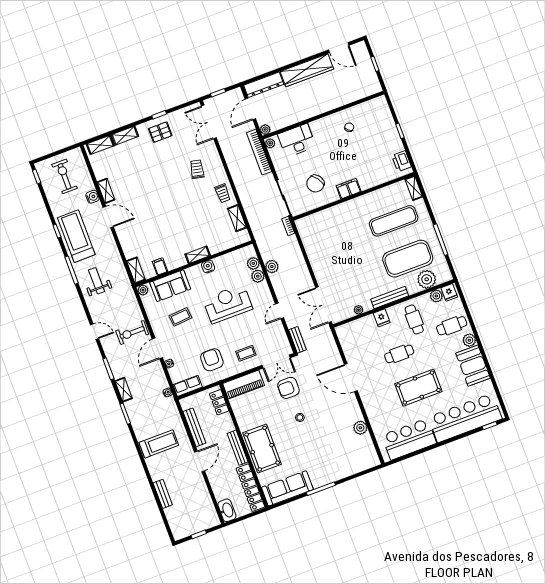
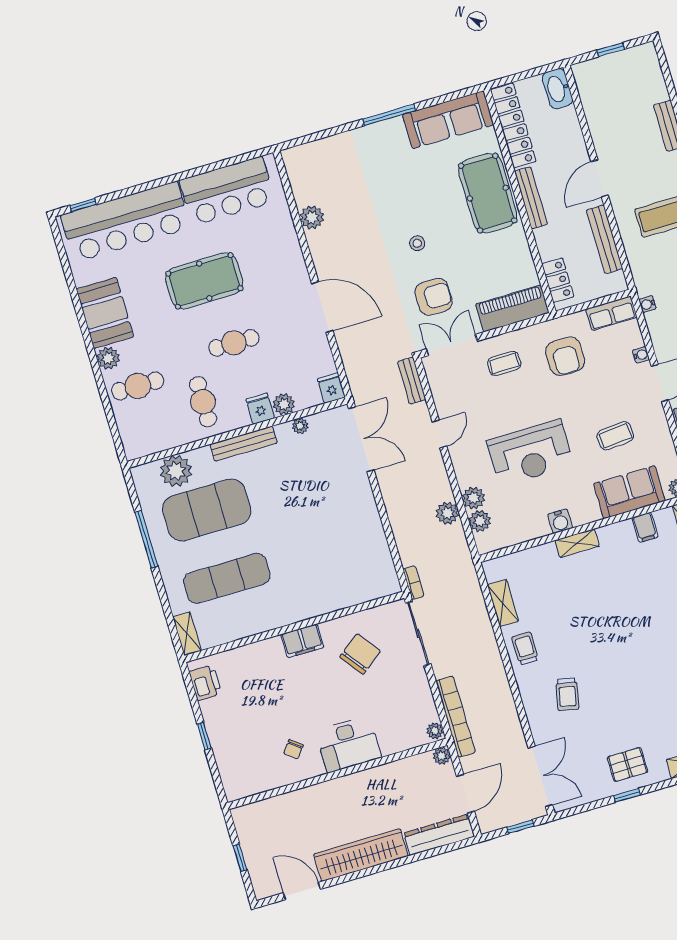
desk: (297, 140) -> (348, 744), moved
fridge: (449, 292) -> (331, 388), moved
plant: (436, 296) -> (284, 404), moved

